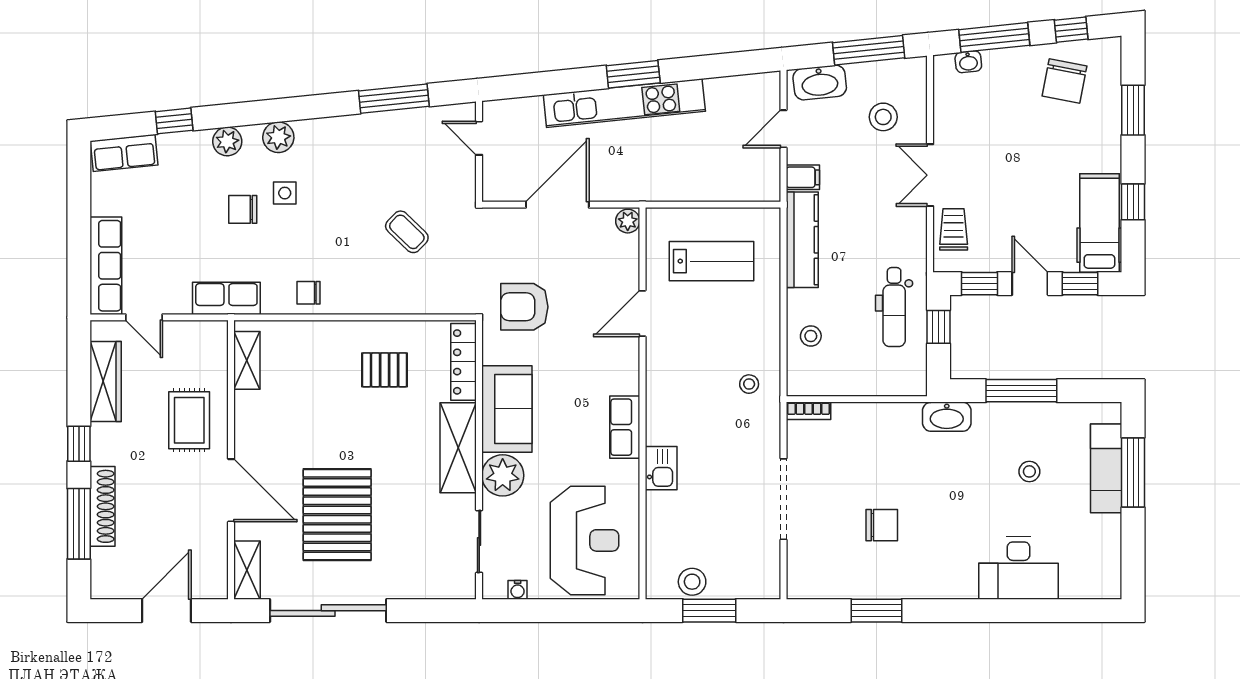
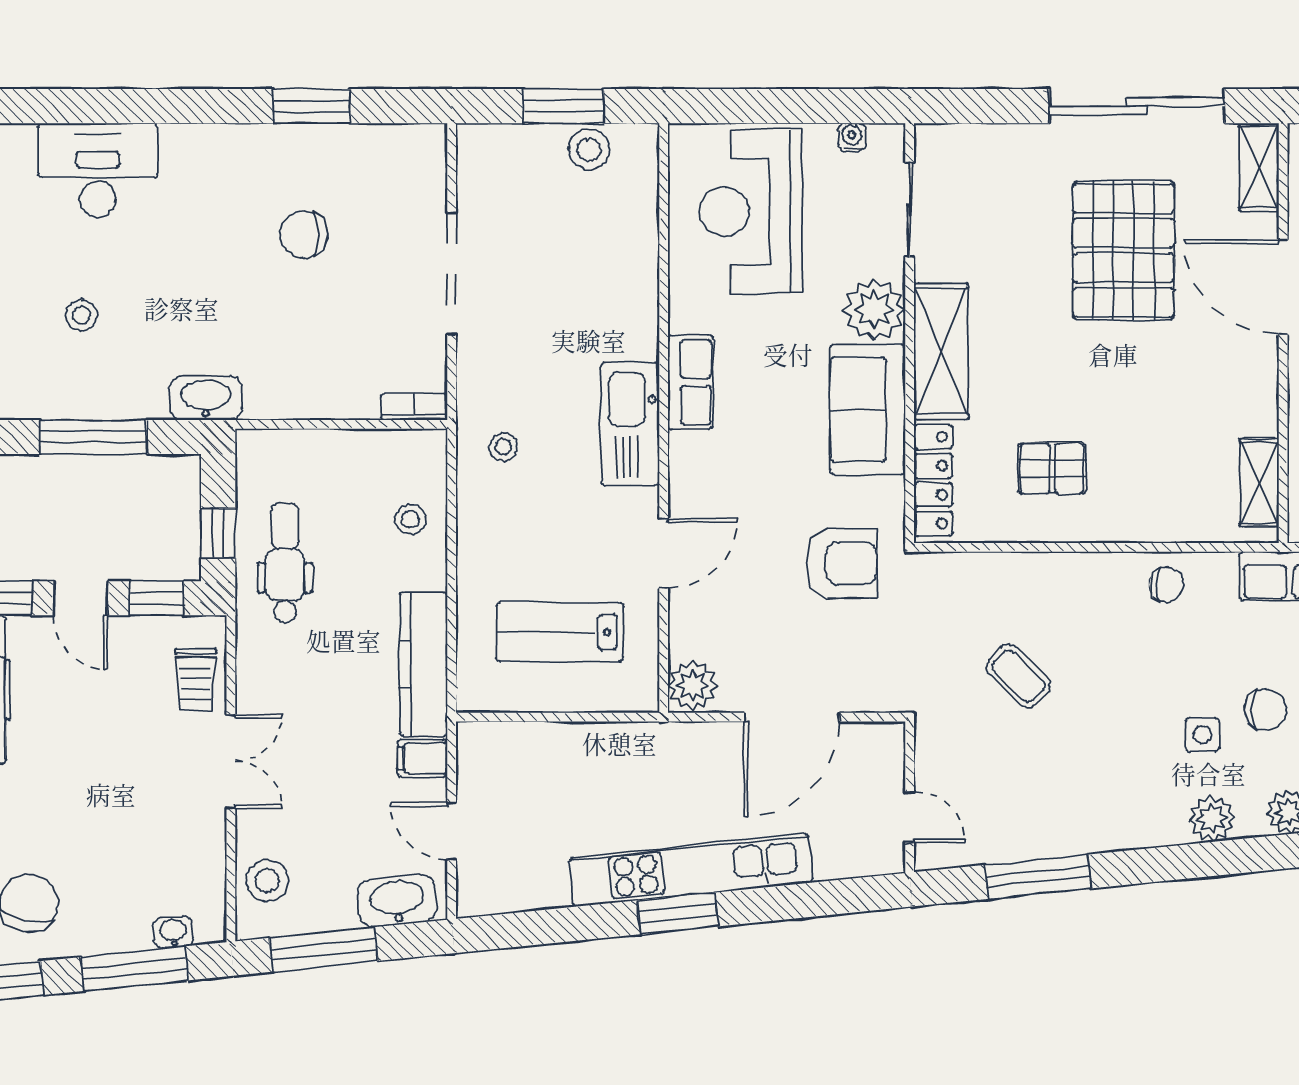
stool: (883, 117) -> (267, 881), moved
door: (783, 129) -> (452, 831), swing flipped
plant: (628, 221) -> (693, 686), width x1.38, depth x1.38
kitchen sink: (661, 468) -> (630, 424), moved, width x1.87, depth x1.24

